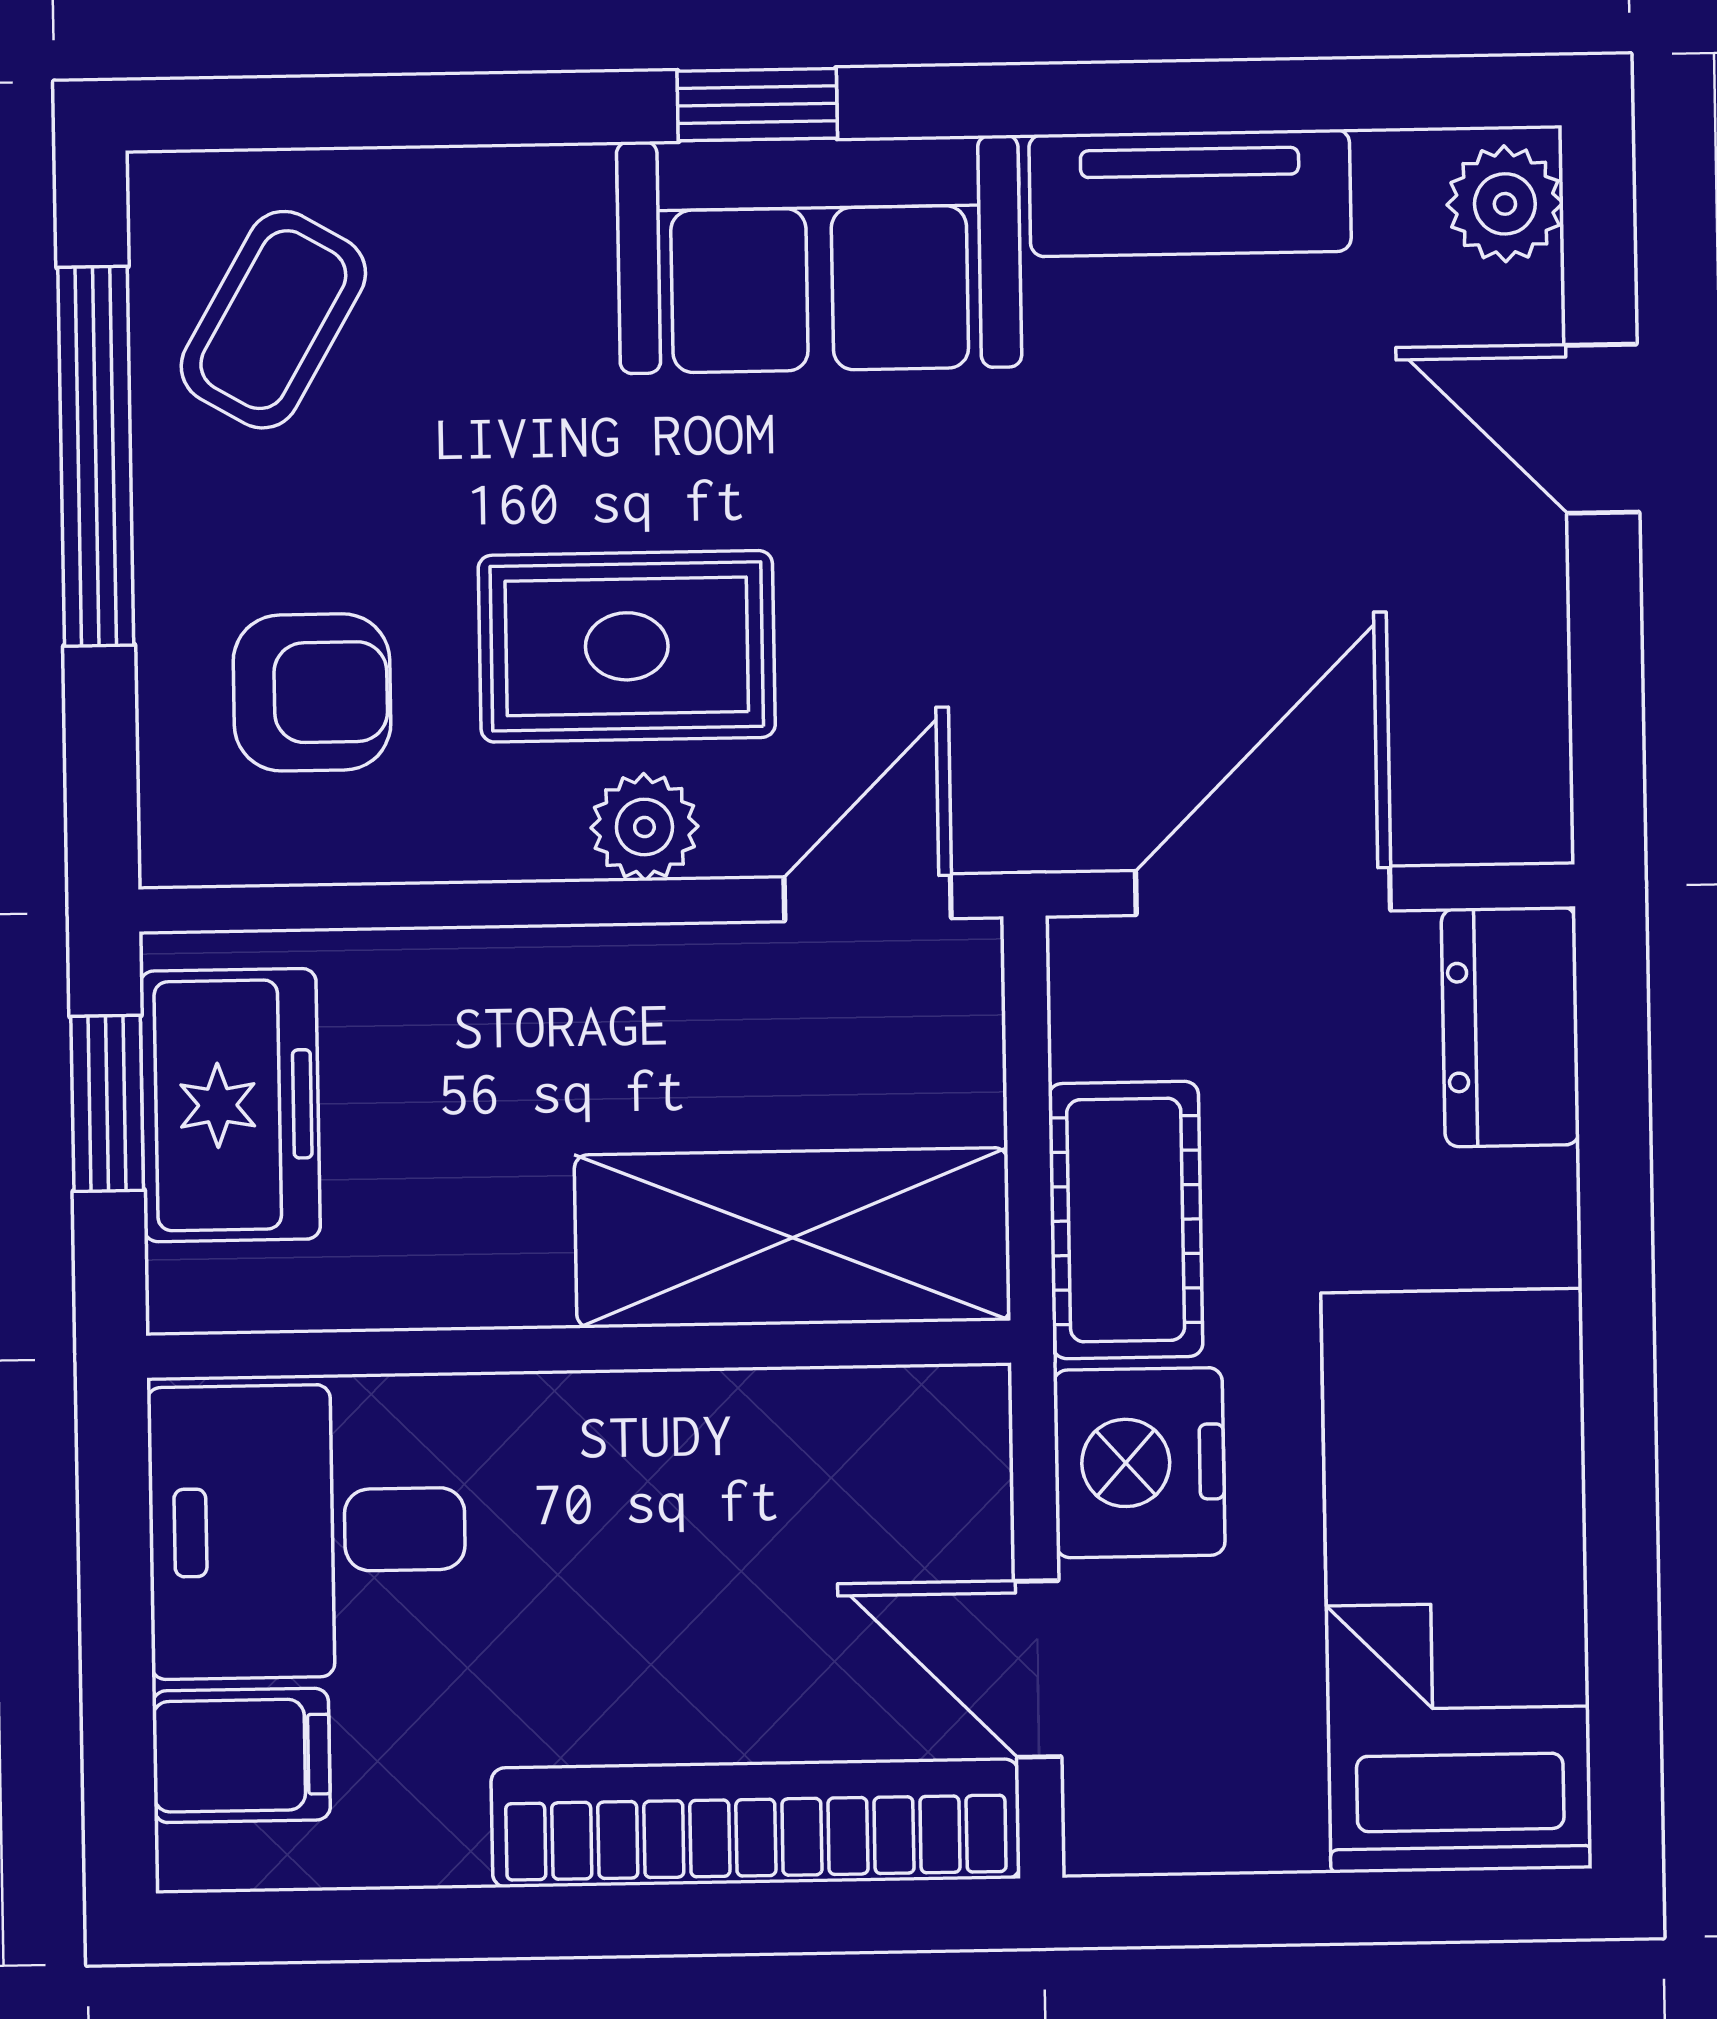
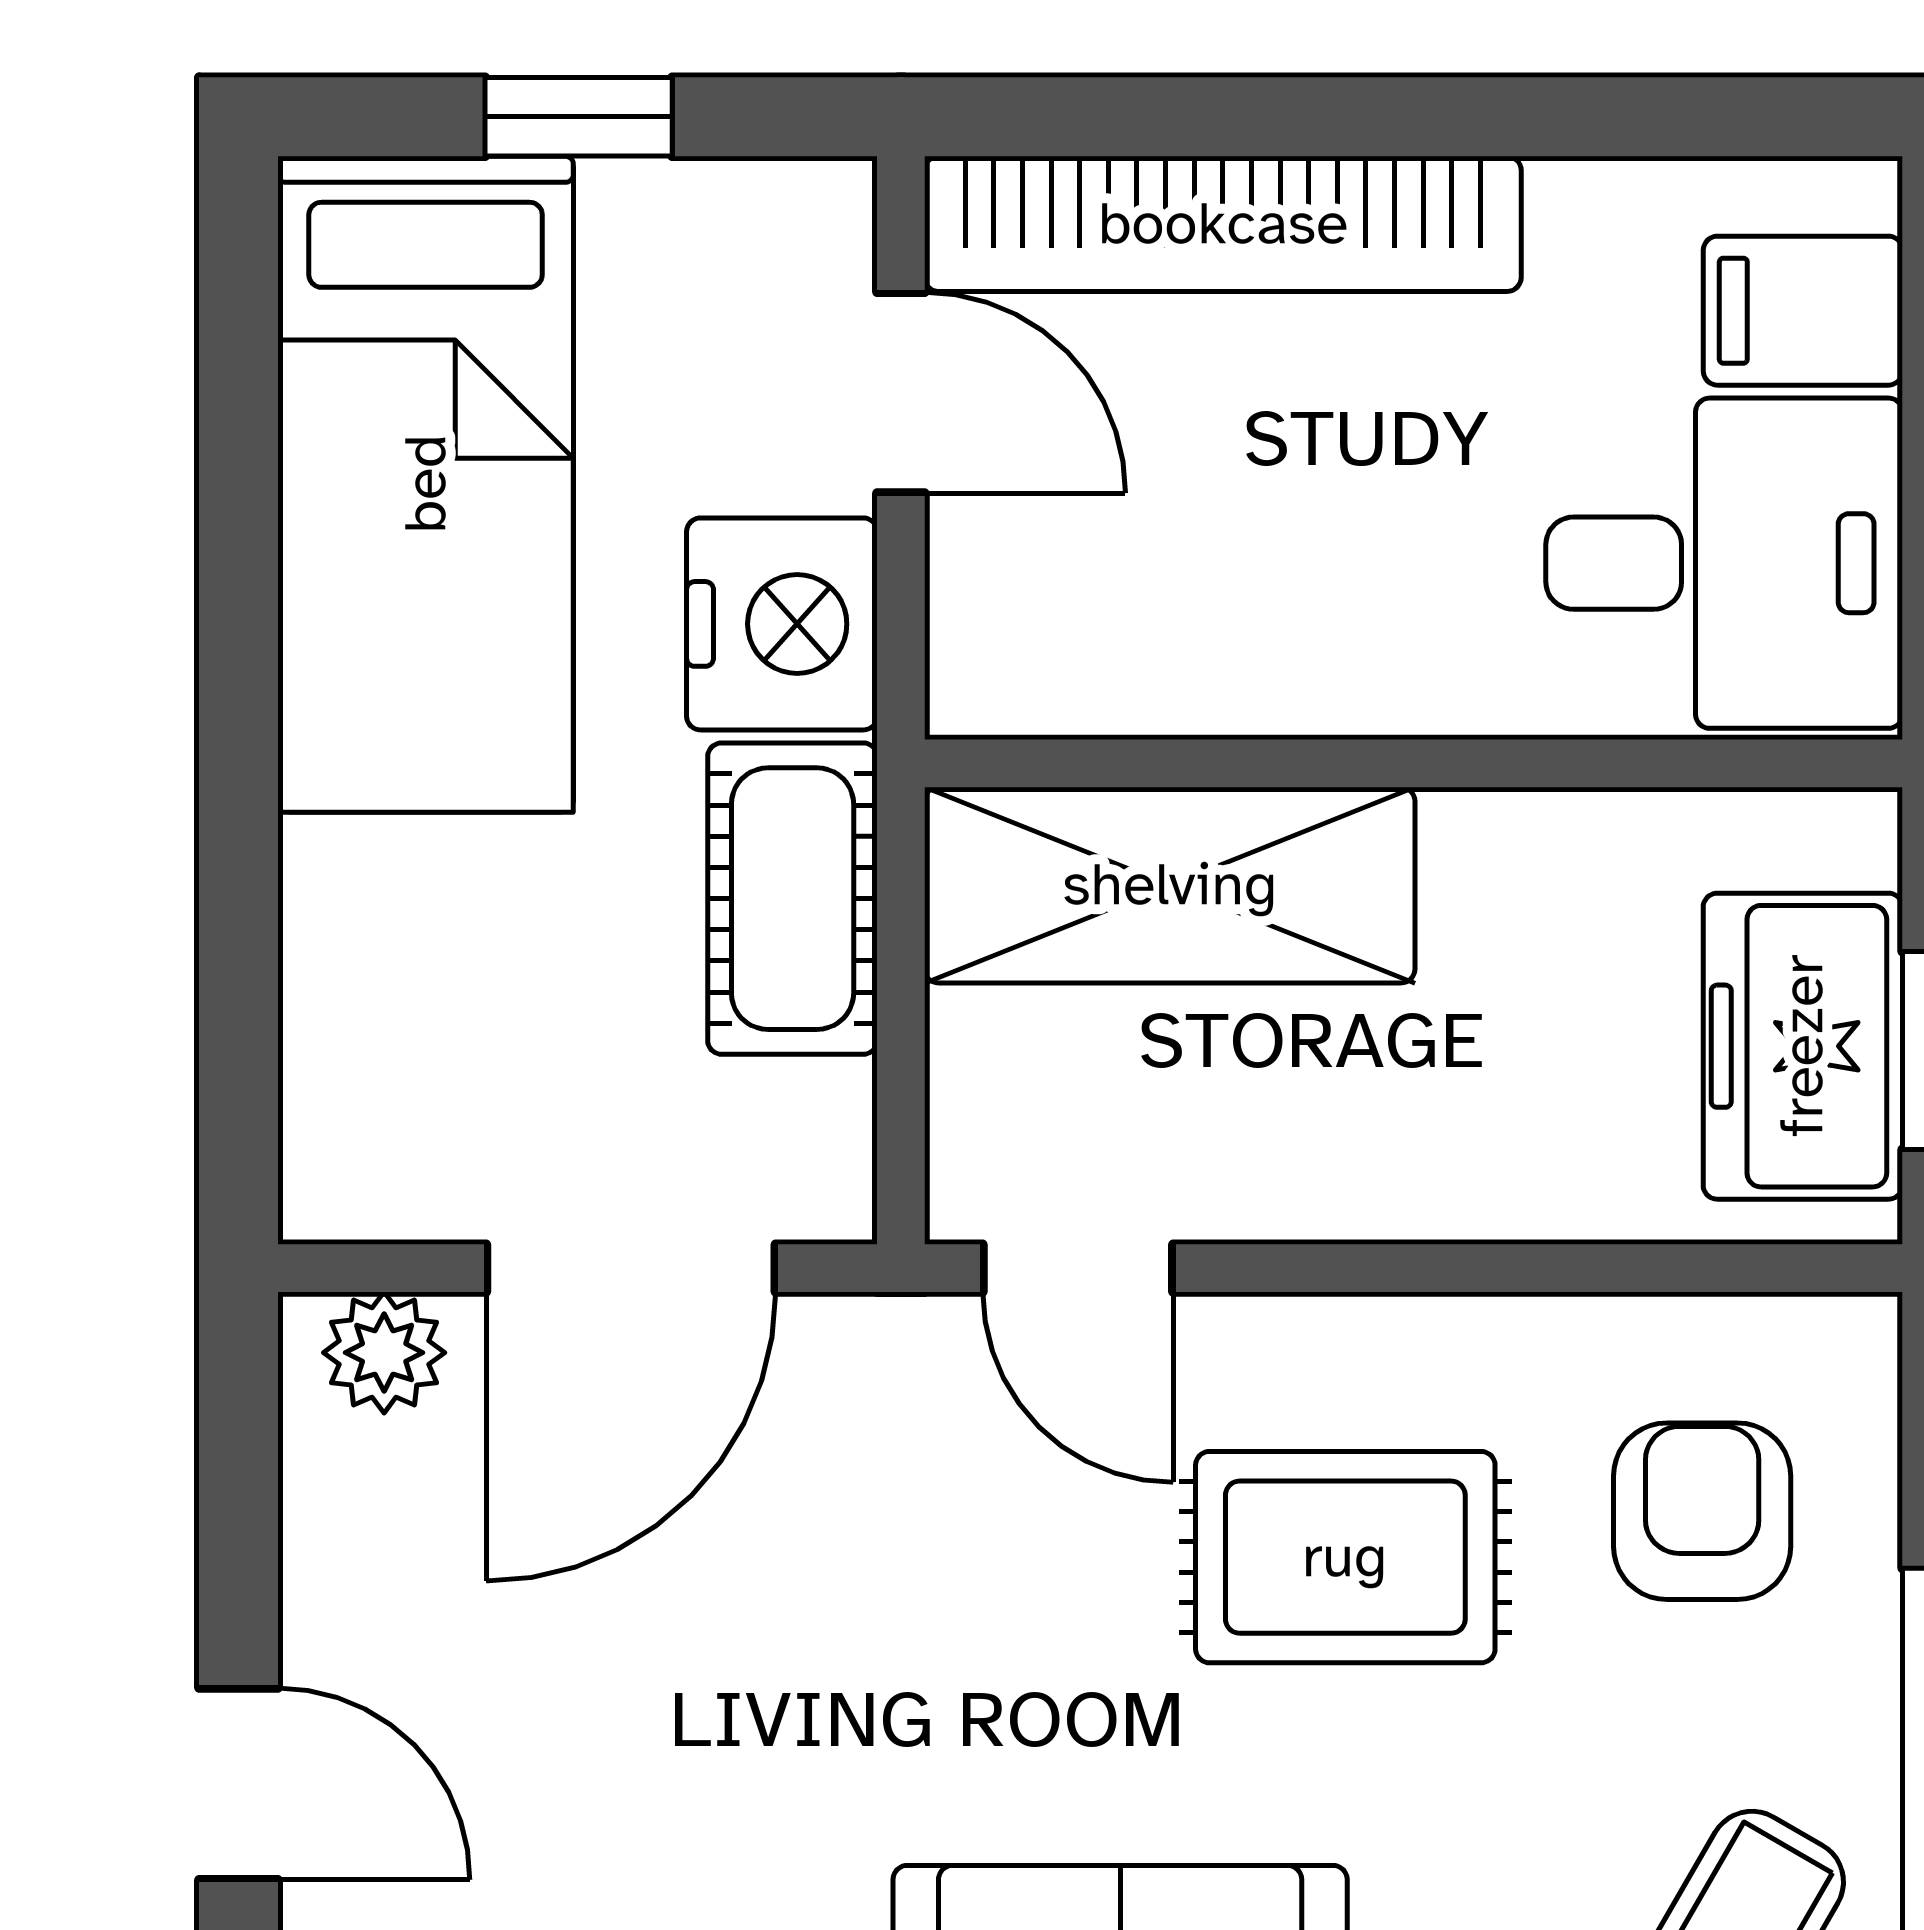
armchair: (312, 692) -> (1702, 1511), turned 90
plant: (644, 827) -> (384, 1353), moved
door: (868, 898) -> (1078, 1268), hinge flipped
dresser: (1510, 1027) -> (354, 1110), removed
window: (1327, 1908) -> (579, 117), added

